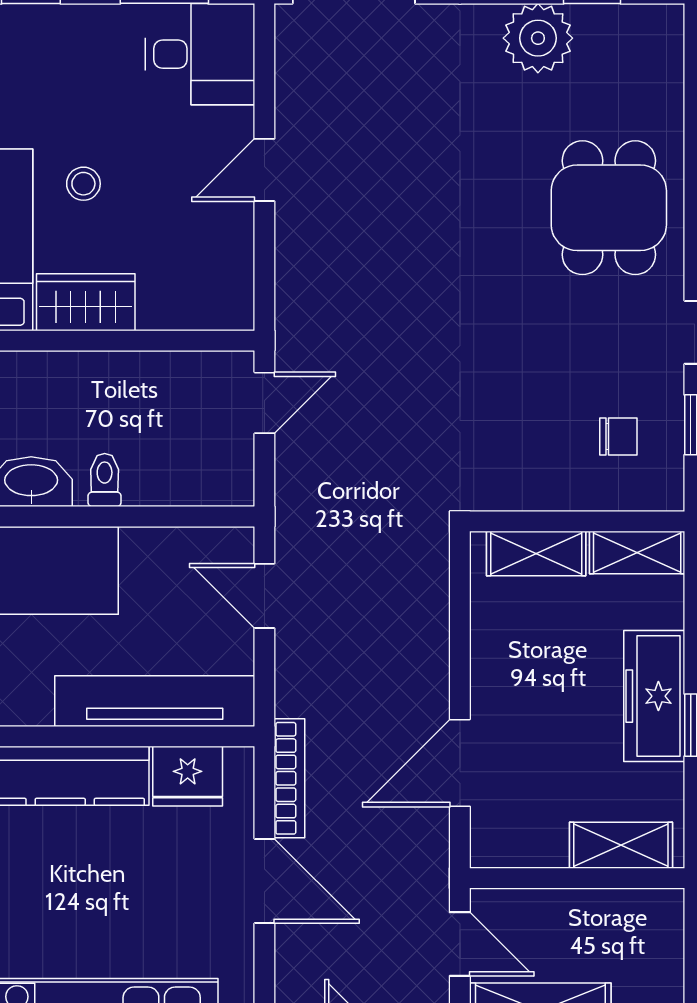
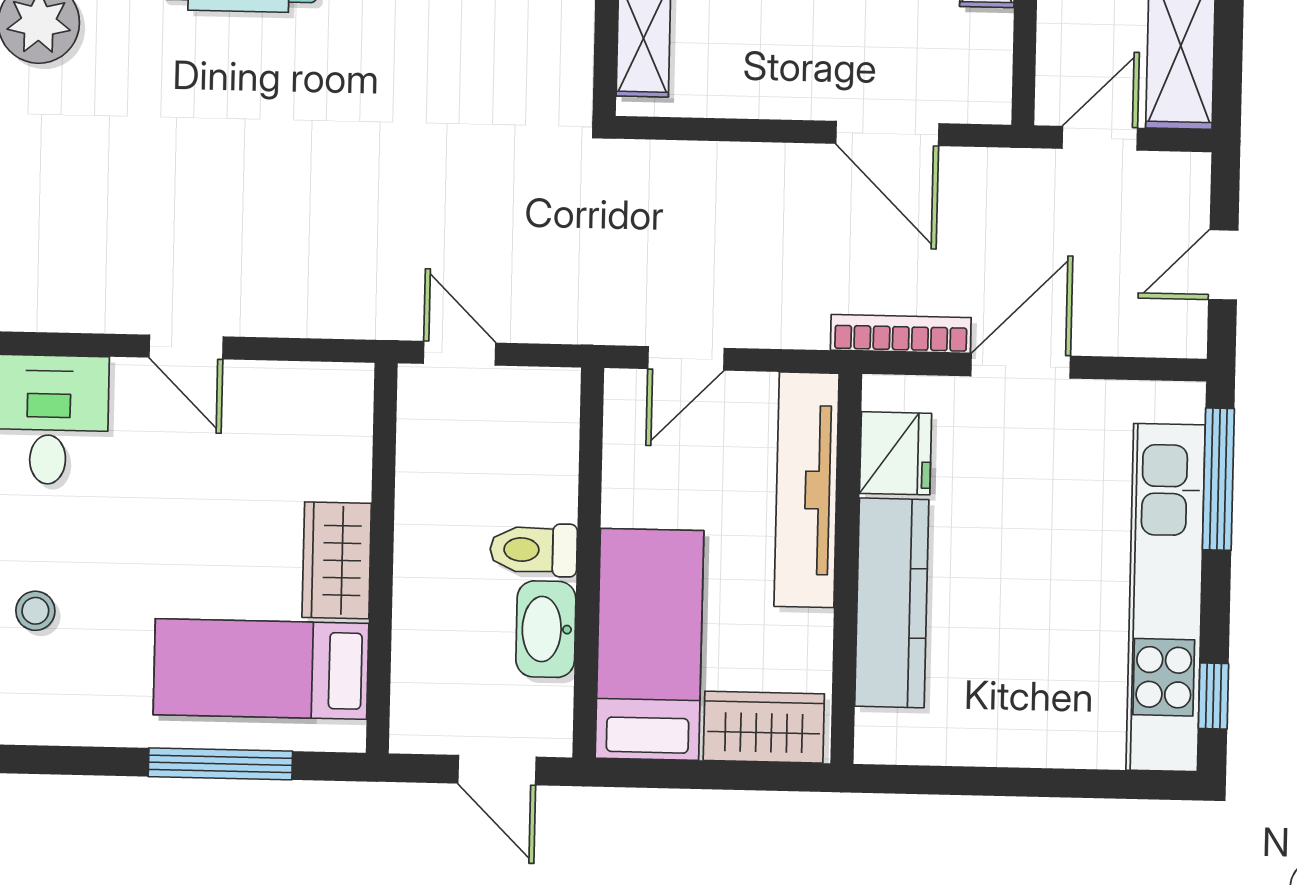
stool: (83, 184) -> (35, 611), moved
toilet: (105, 480) -> (534, 550), width x1.37, depth x1.39

